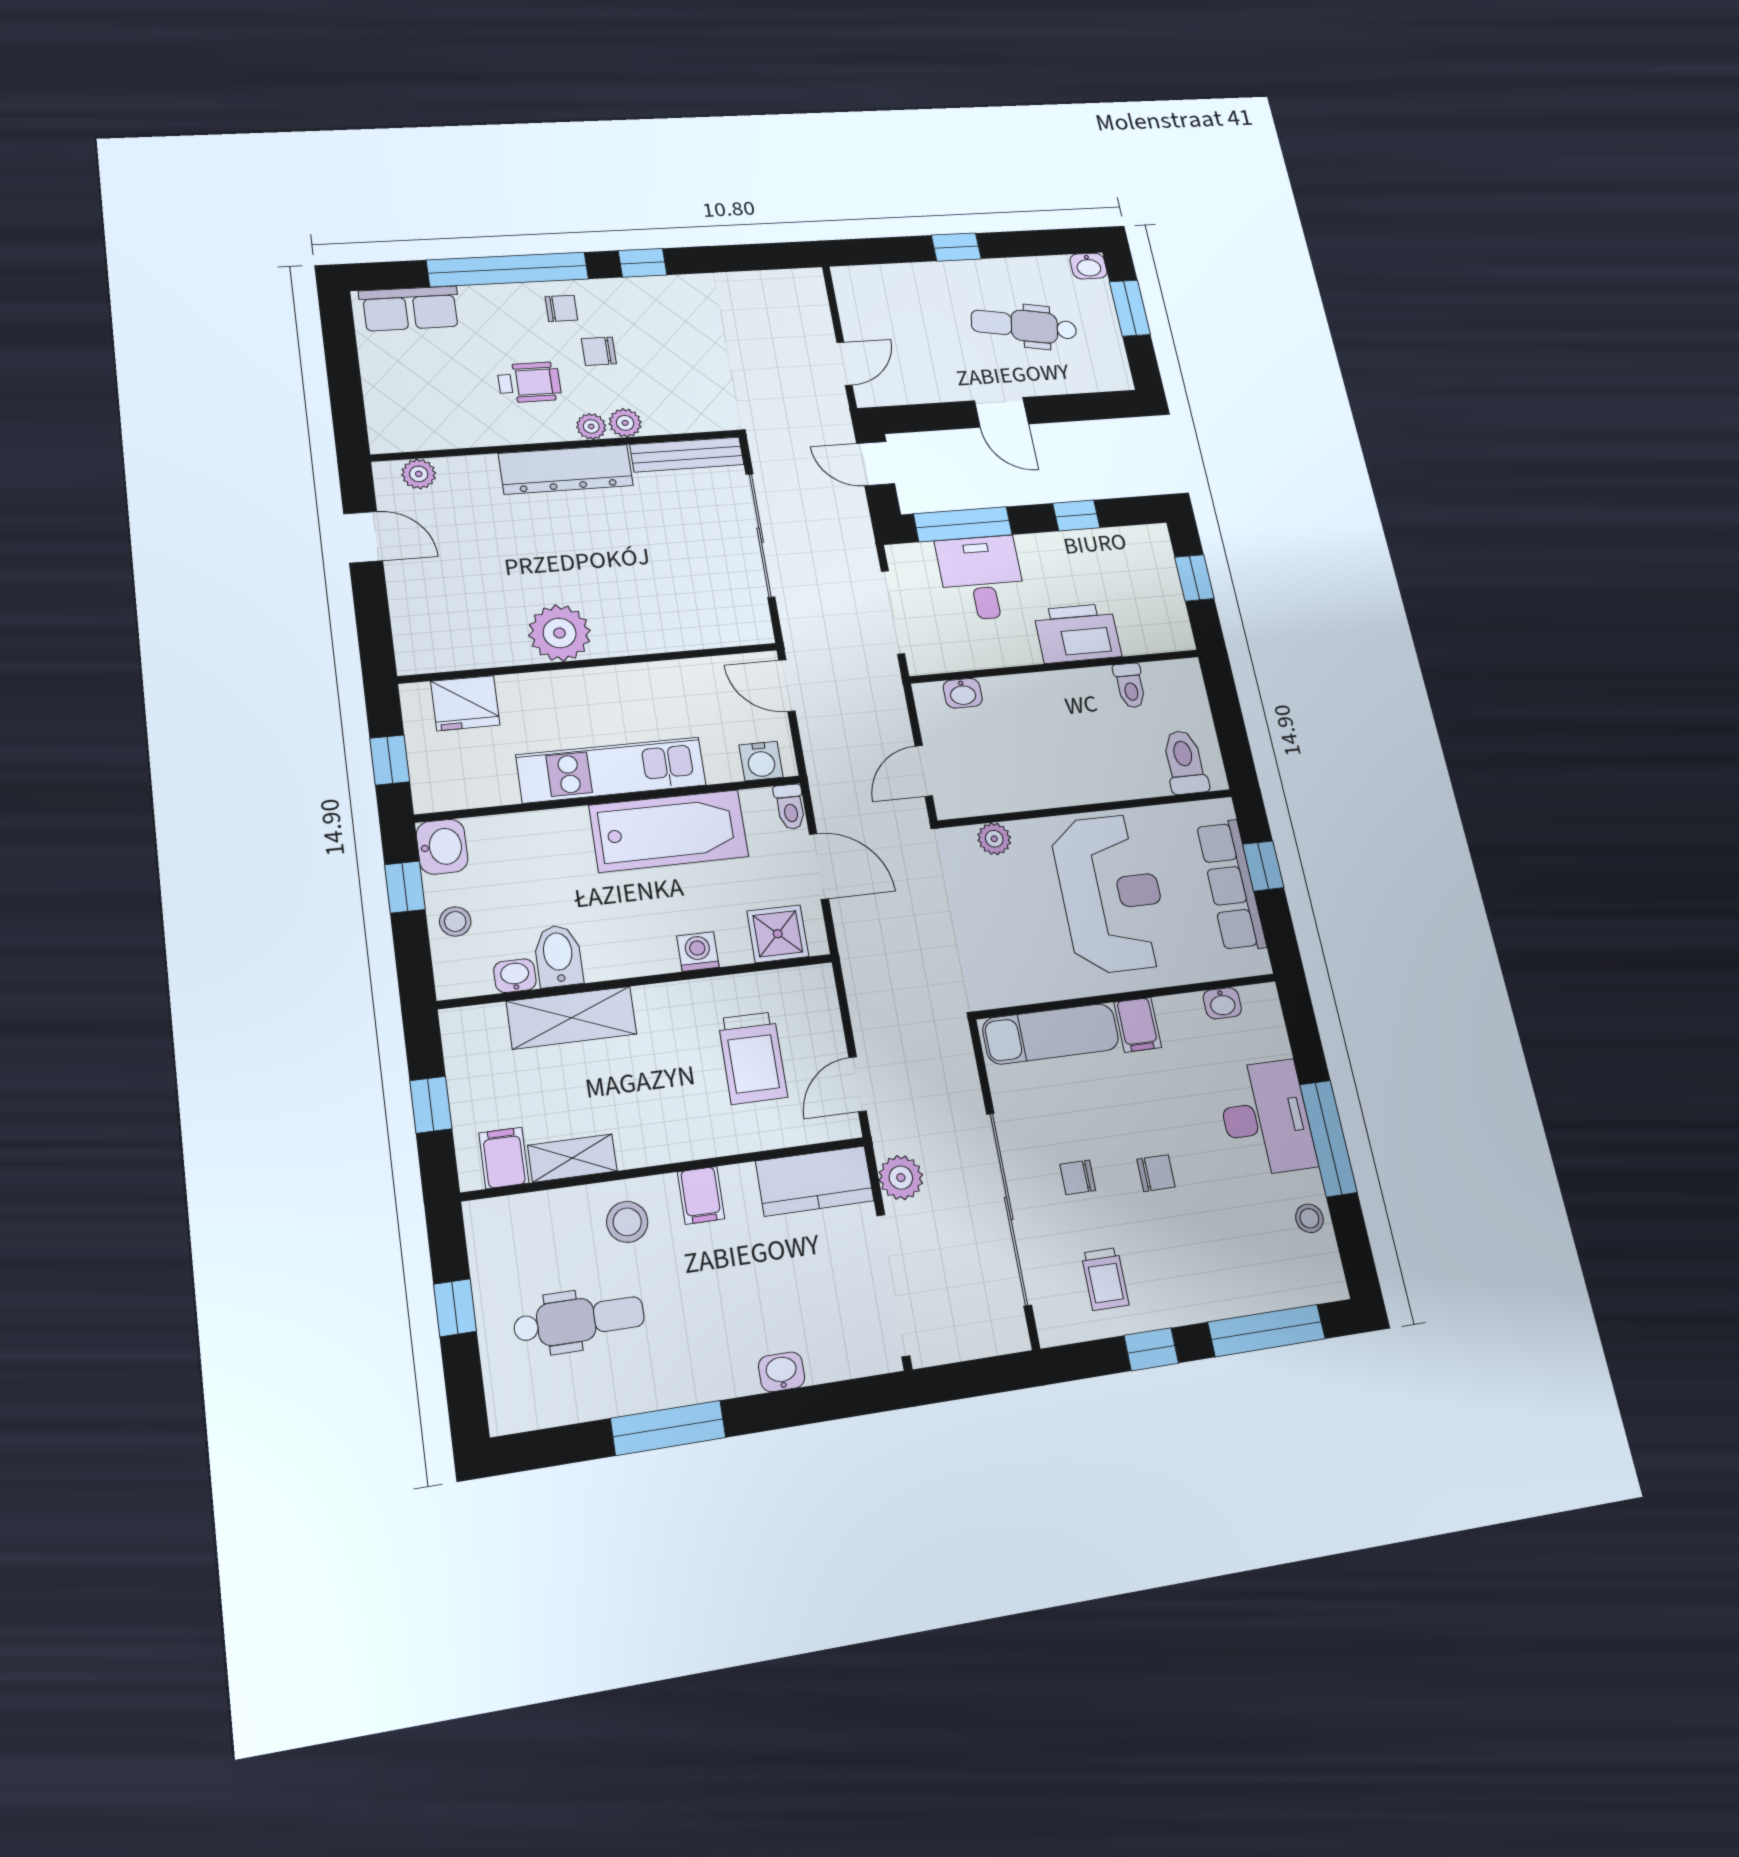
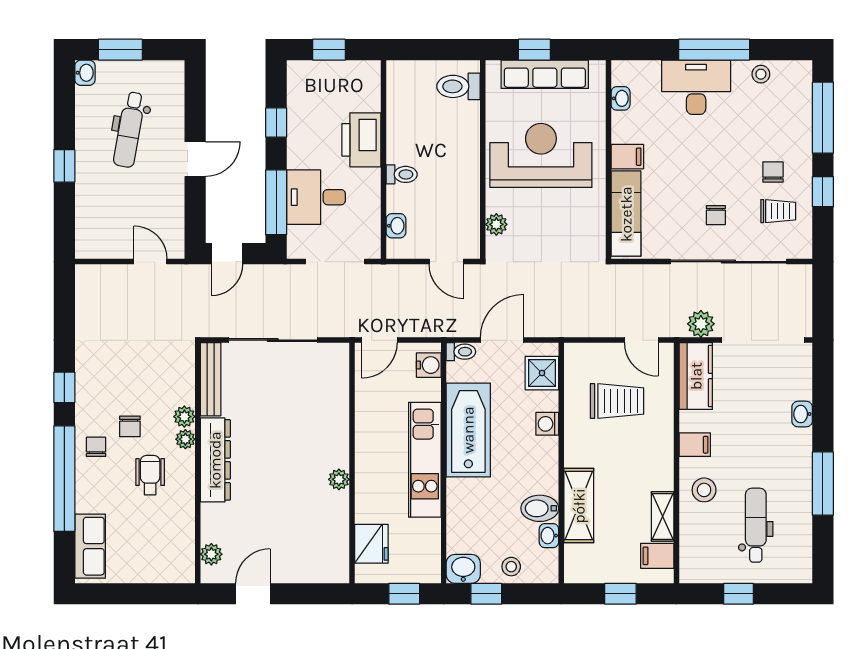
plant: (560, 633) -> (339, 479), width x0.53, depth x0.53
toilet: (1130, 685) -> (402, 174), moved
chair: (1156, 1173) -> (773, 172), moved

